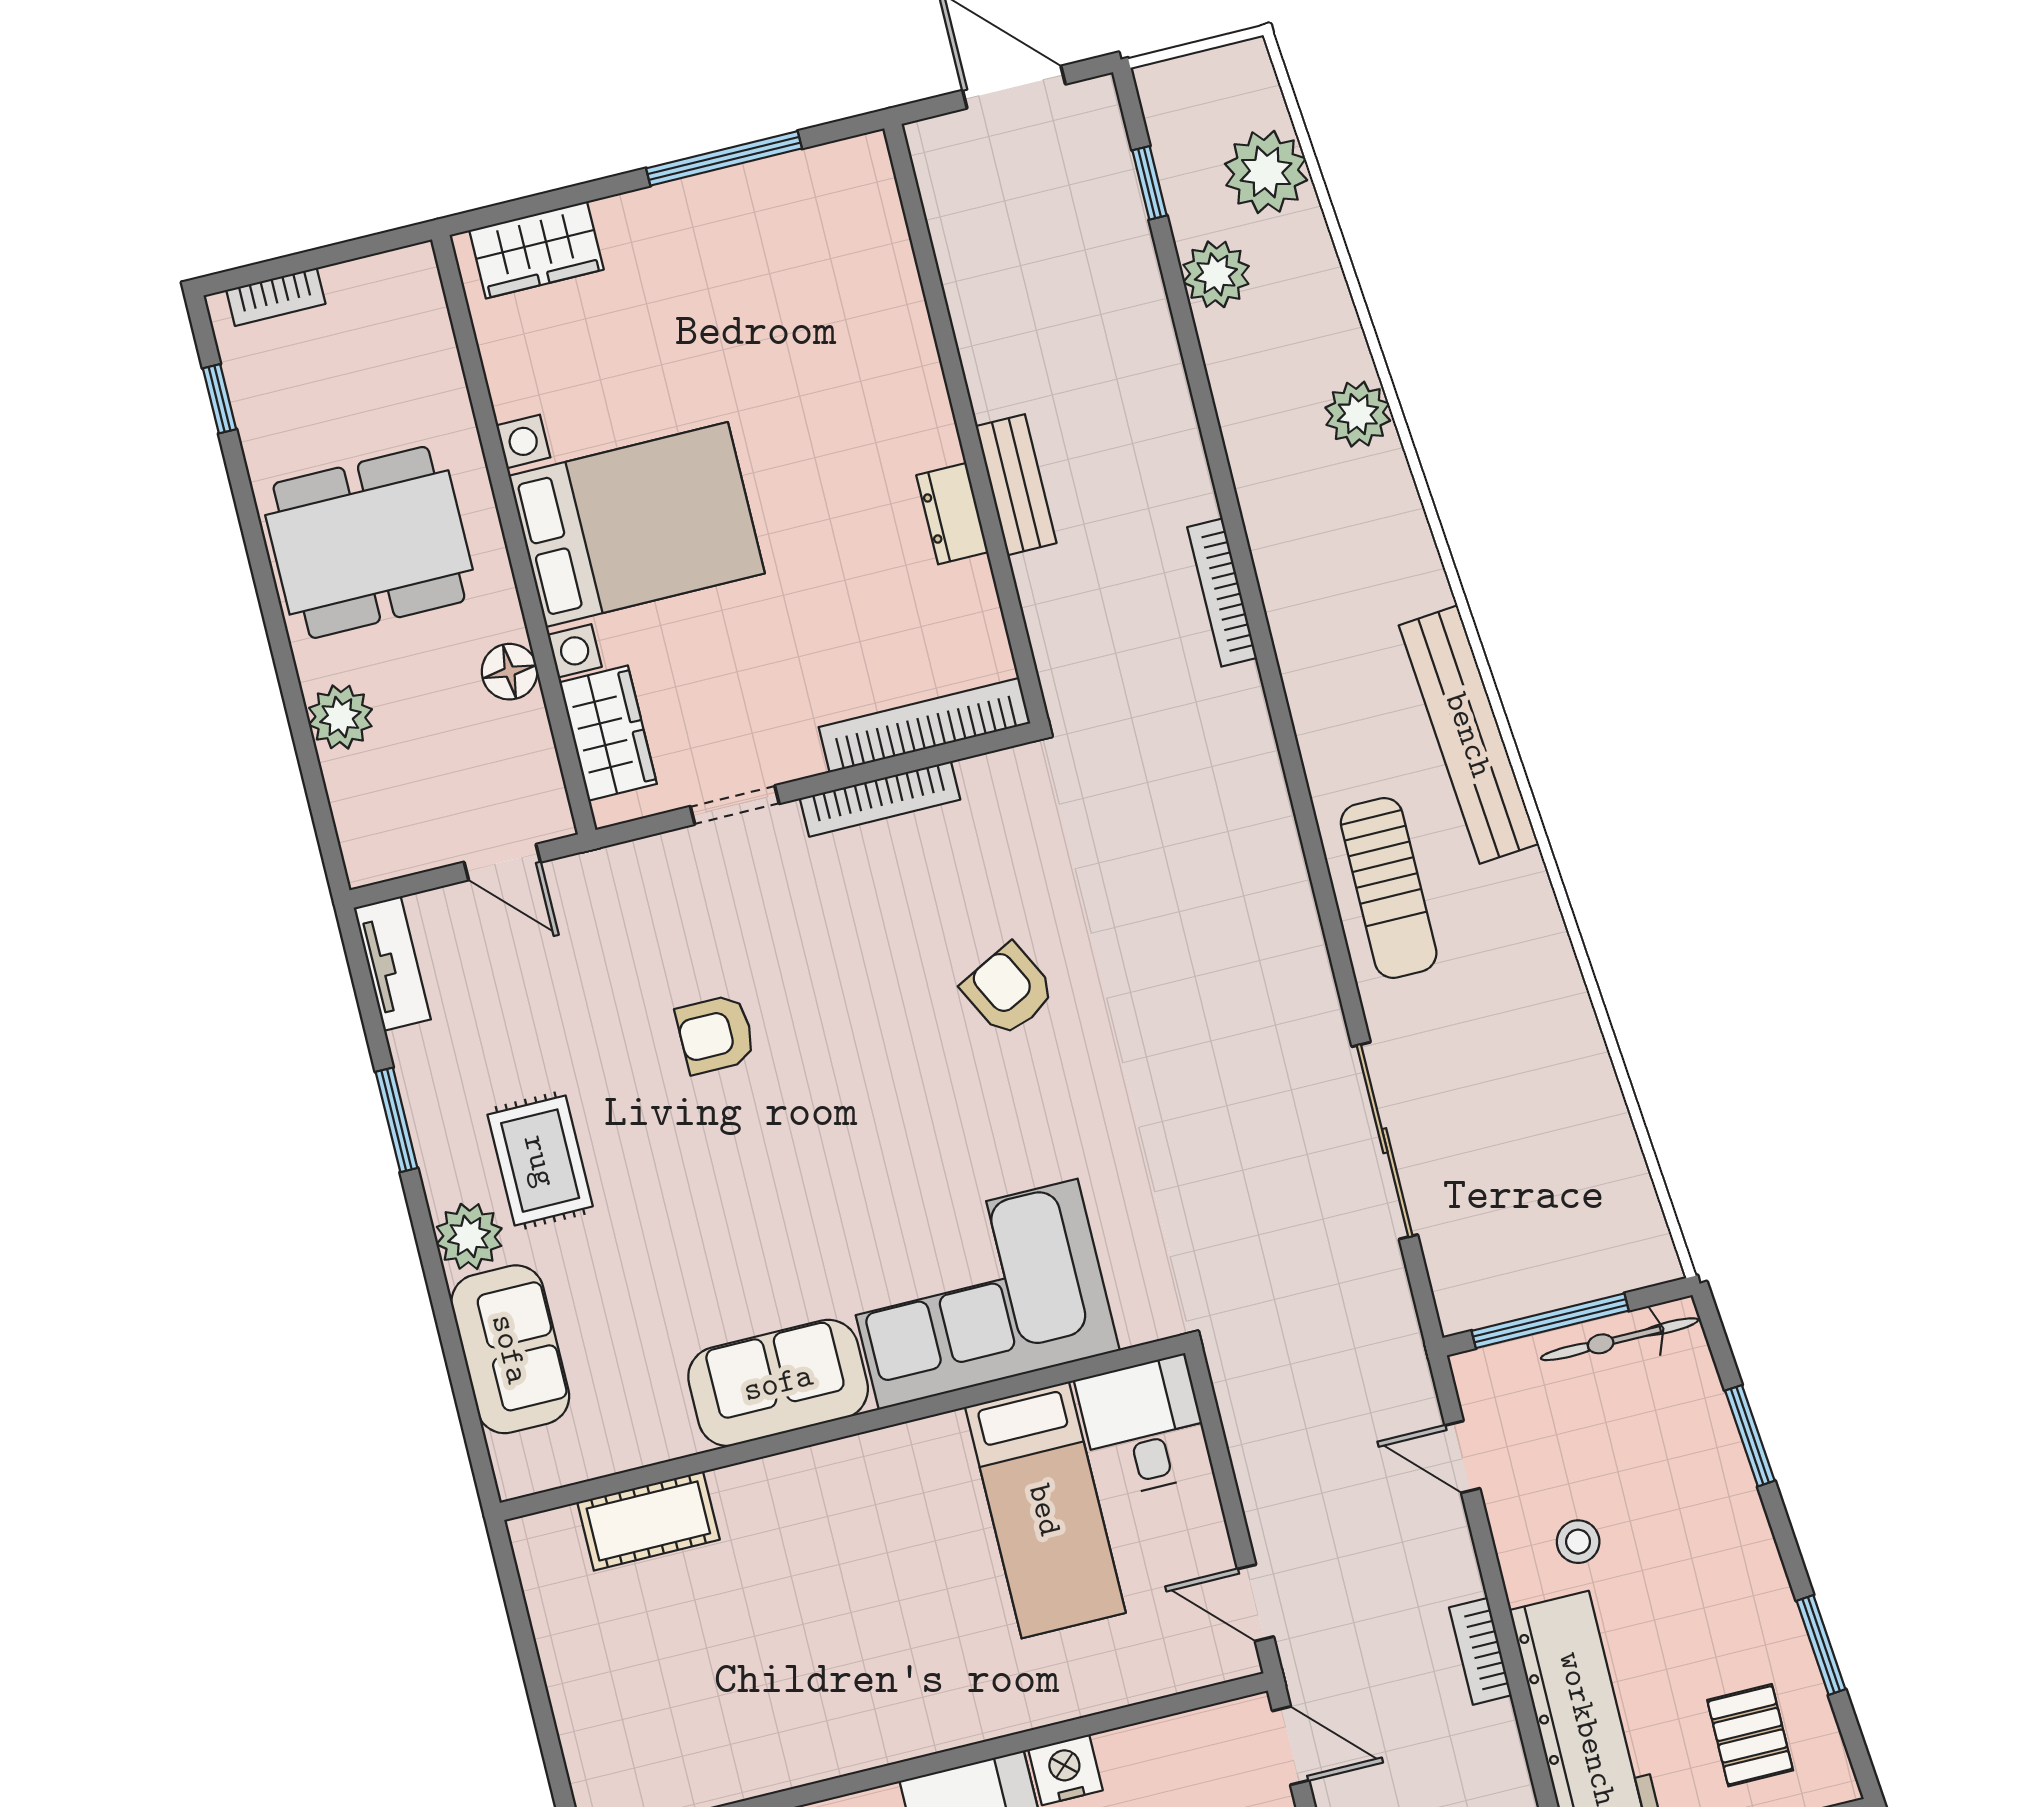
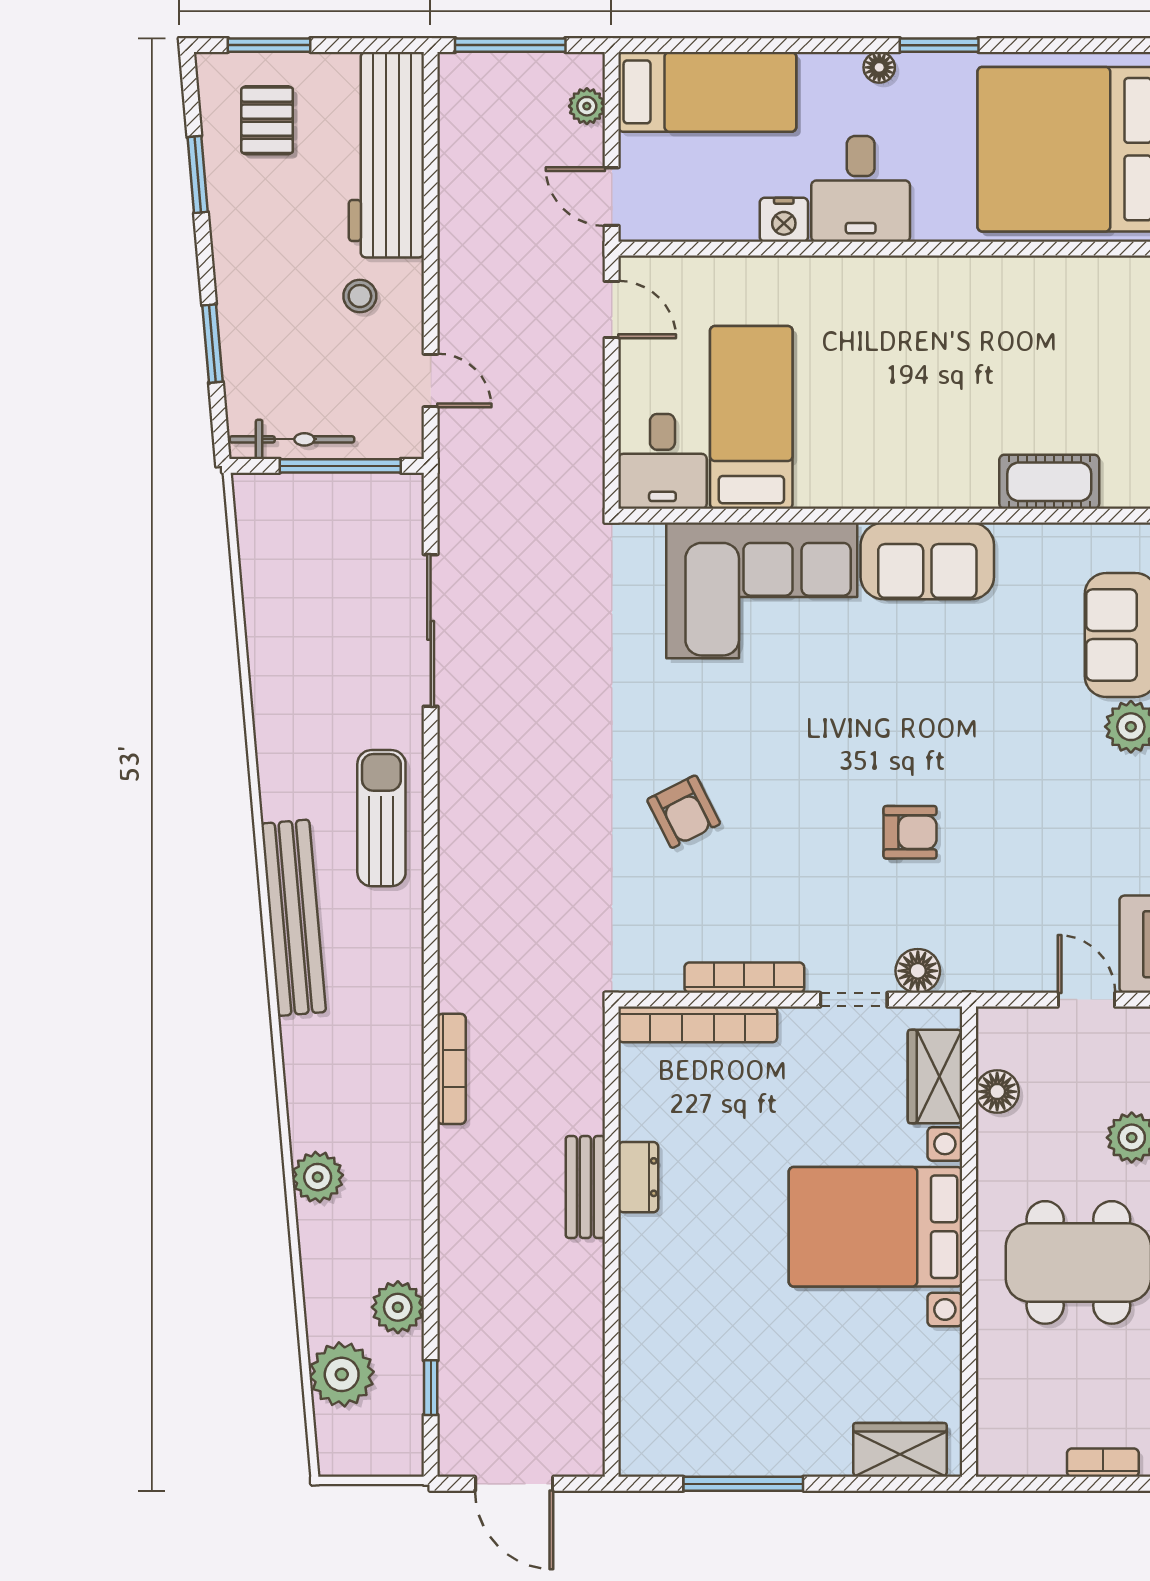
floor lamp: (510, 672) -> (997, 1092), moved
floor lamp: (663, 861) -> (918, 971), added
door: (502, 862) -> (1086, 1000), moved
rug: (540, 1161) -> (1064, 770), removed
bookcase: (1480, 1651) -> (453, 232), removed

